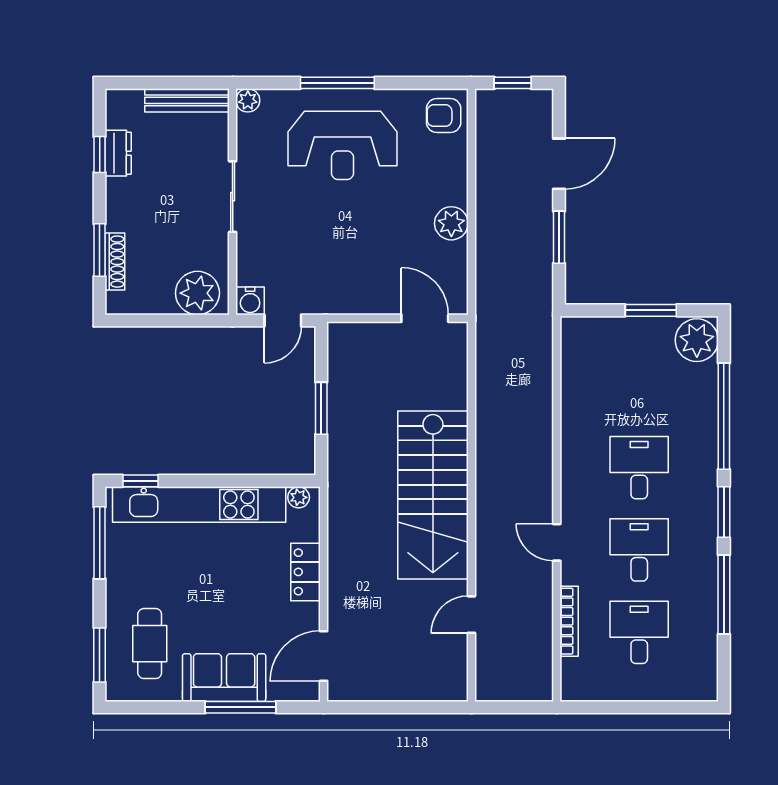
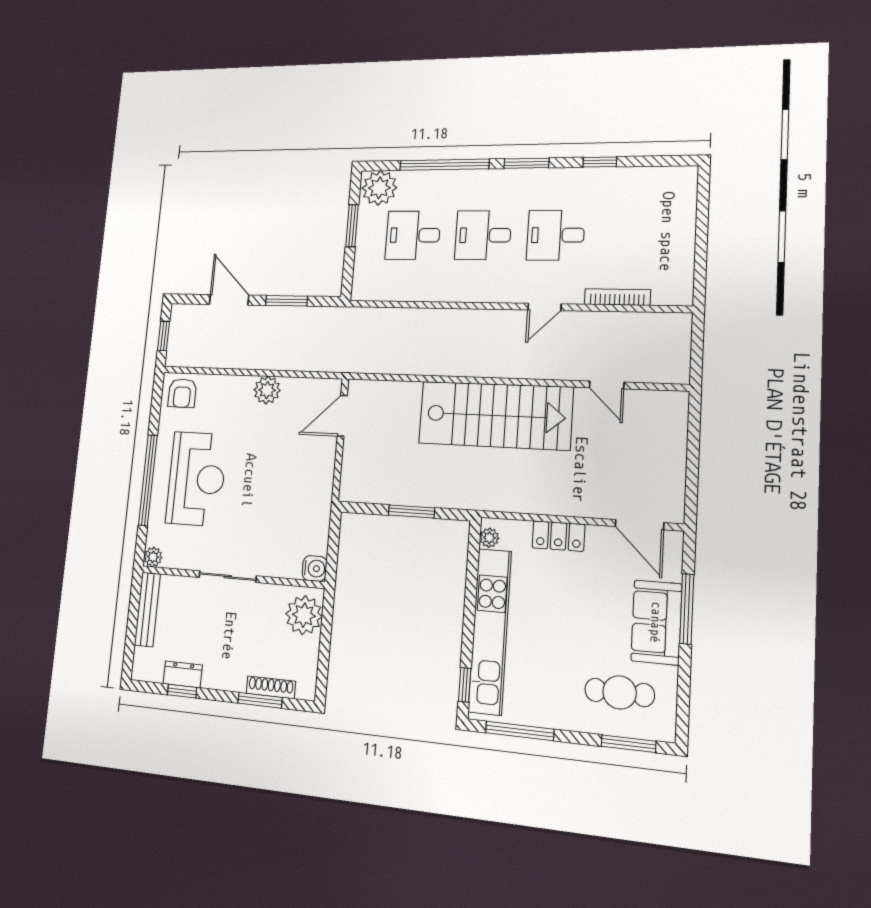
window: (337, 83) -> (148, 480), width x1.46
door: (283, 321) -> (334, 541), removed
window: (724, 594) -> (600, 162), width x0.46
desk: (639, 632) -> (413, 235), moved

